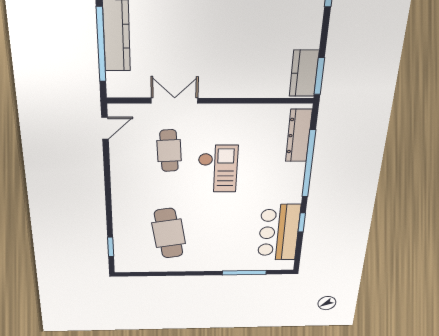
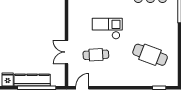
door: (105, 128) -> (82, 88), hinge flipped
cafe table: (169, 233) -> (150, 55), turned 30

